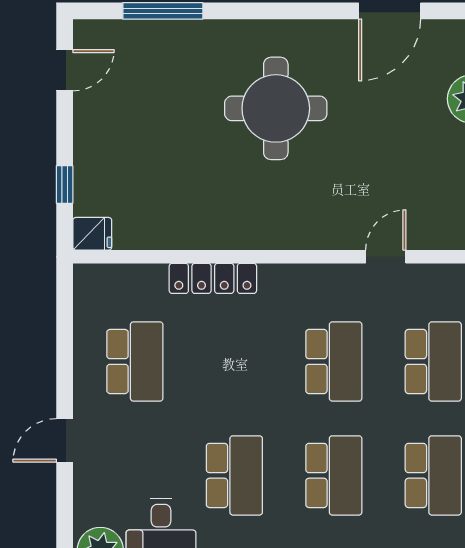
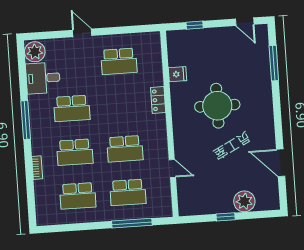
round table: (276, 108) -> (217, 106), moved
fridge: (92, 234) -> (178, 74), moved, turned -90
locker: (213, 278) -> (158, 100), width x0.66

